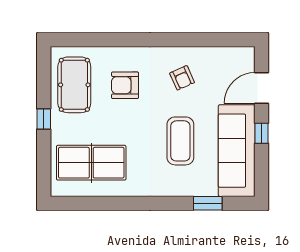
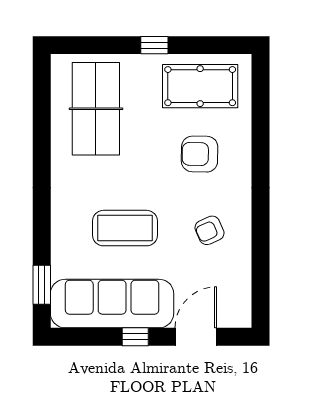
armchair: (125, 85) -> (200, 154), turned -89
door: (262, 88) -> (196, 337), hinge flipped
window: (208, 203) -> (42, 285), moved

